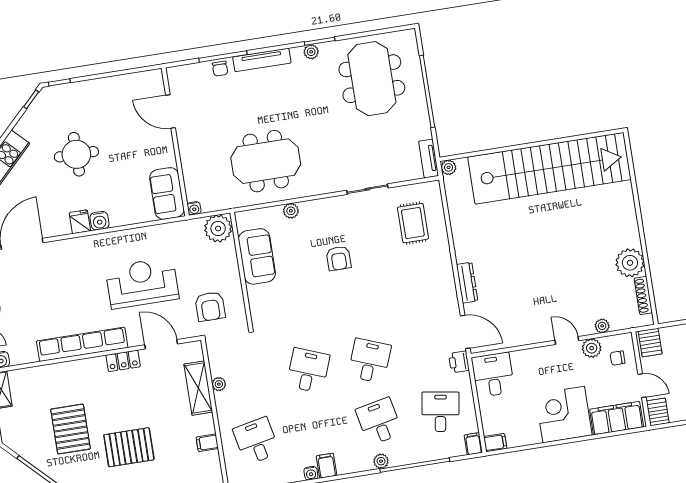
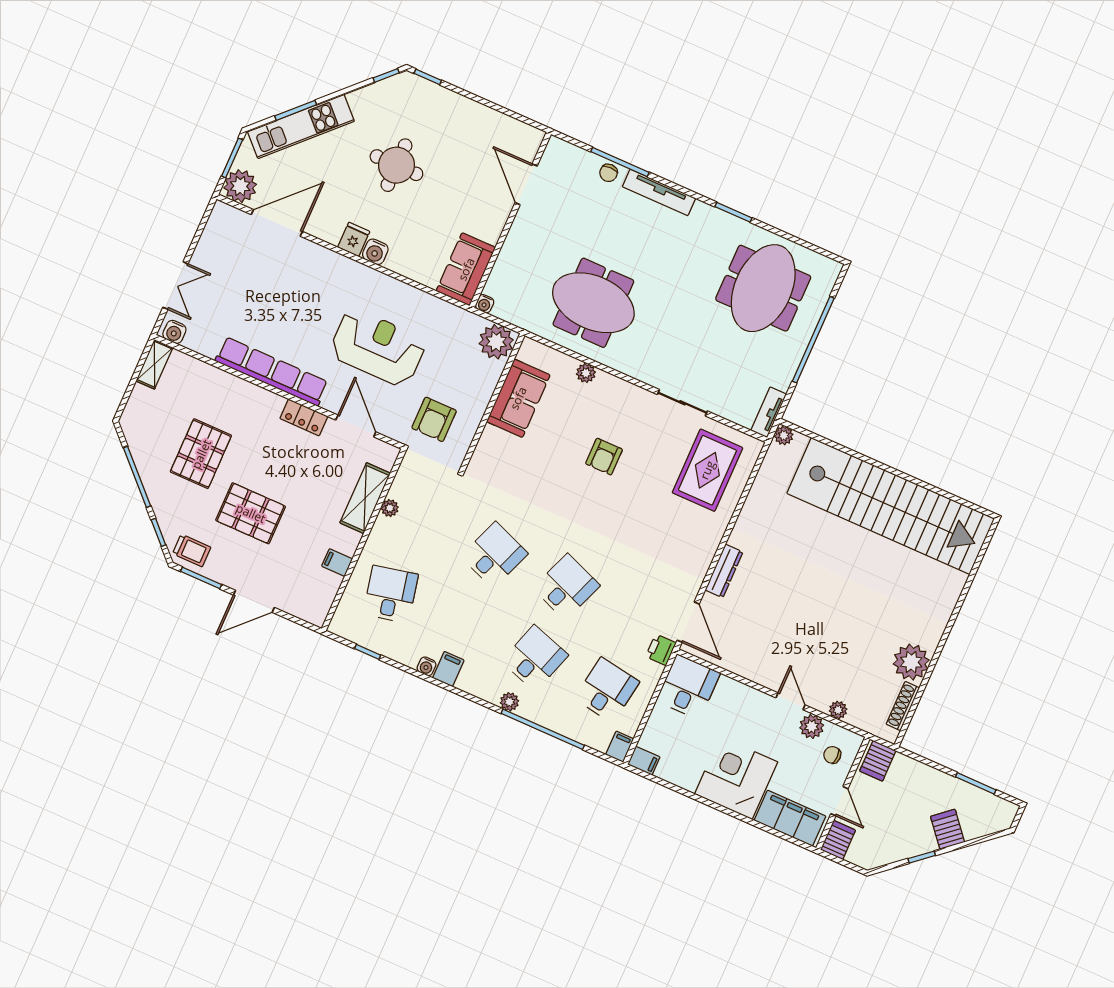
plant: (311, 52) -> (717, 218), removed
rug: (413, 223) -> (707, 470), width x1.36, depth x1.43
desk: (379, 421) -> (535, 658), turned 30

